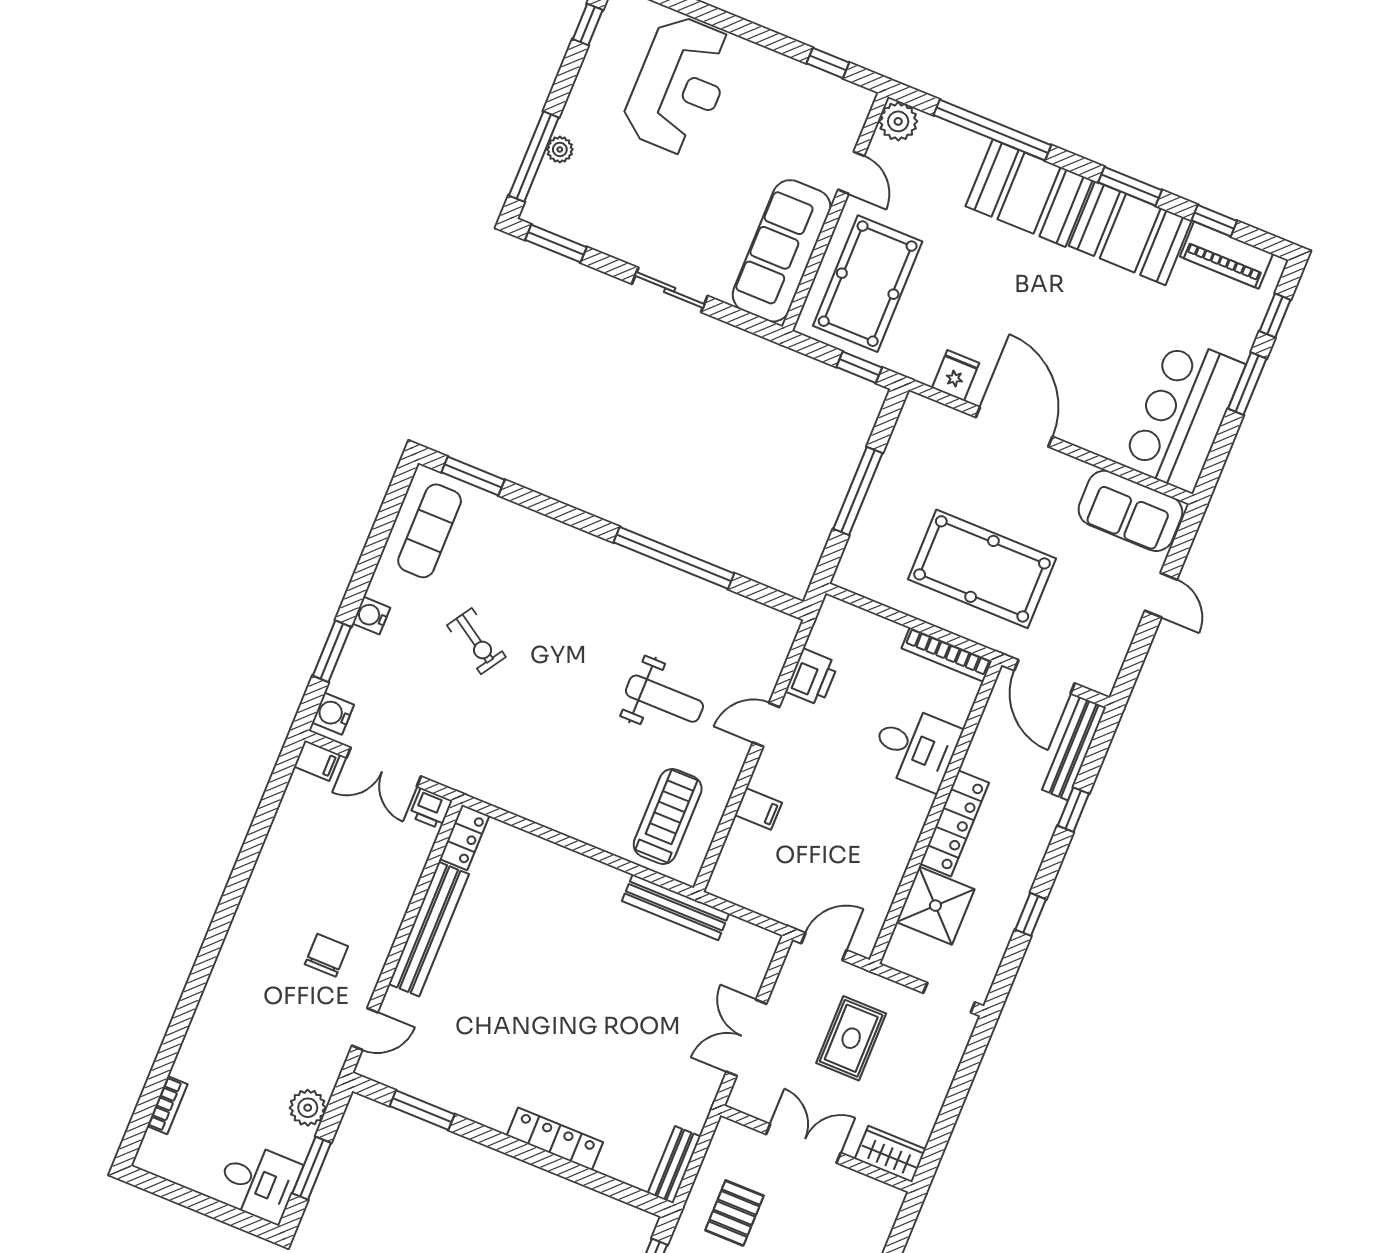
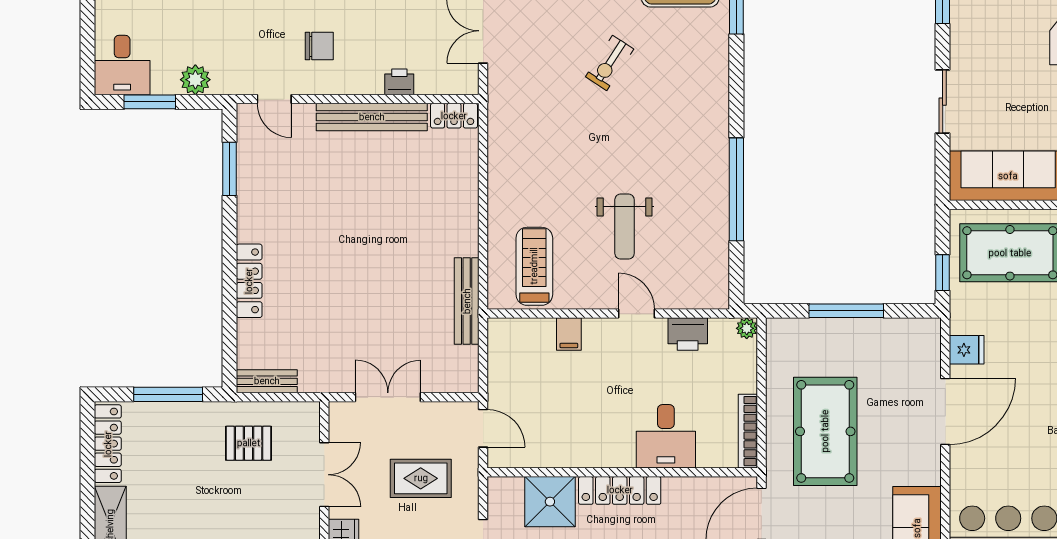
plant: (832, 609) -> (747, 328), added
printer: (431, 809) -> (399, 82), moved, turned 90
treadmill: (668, 817) -> (534, 266), turned -90

